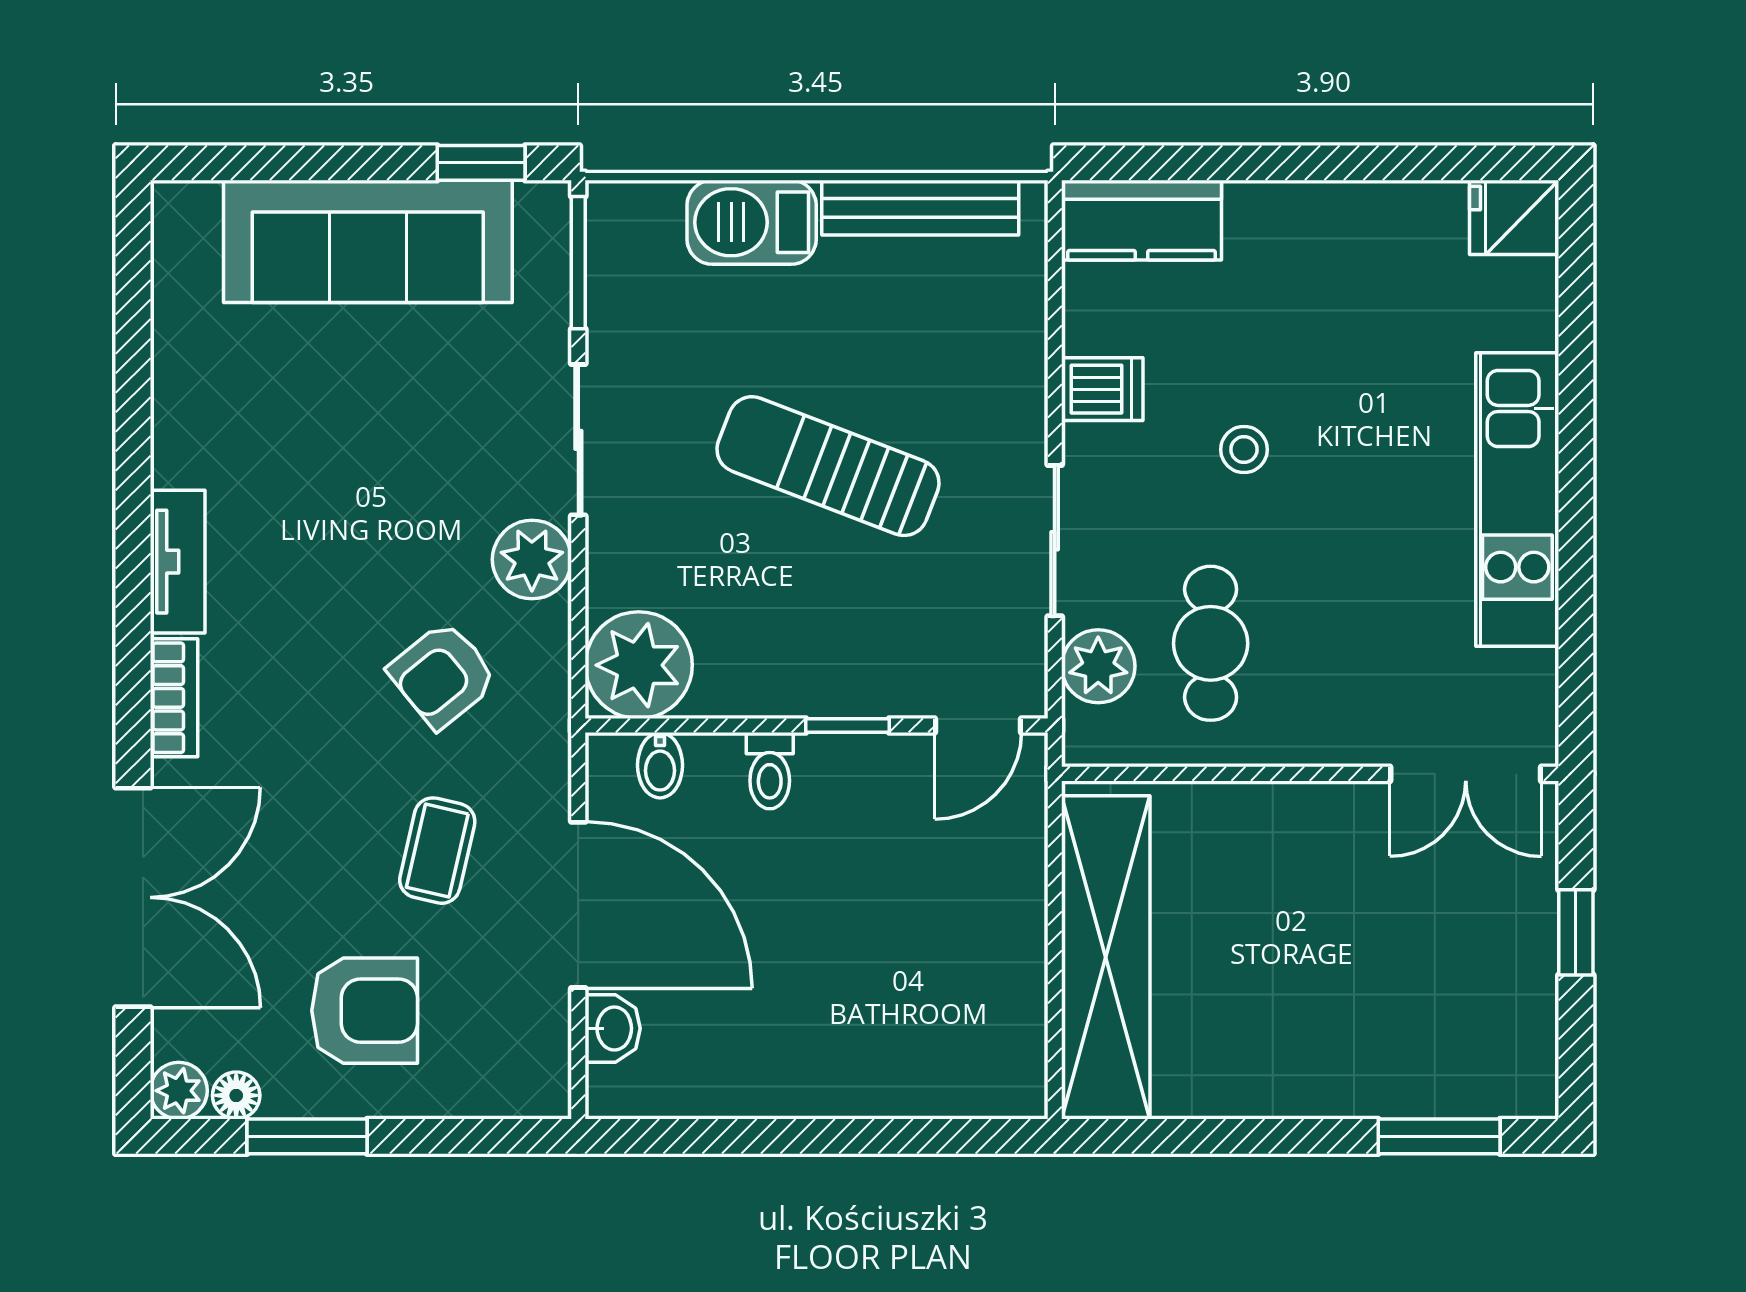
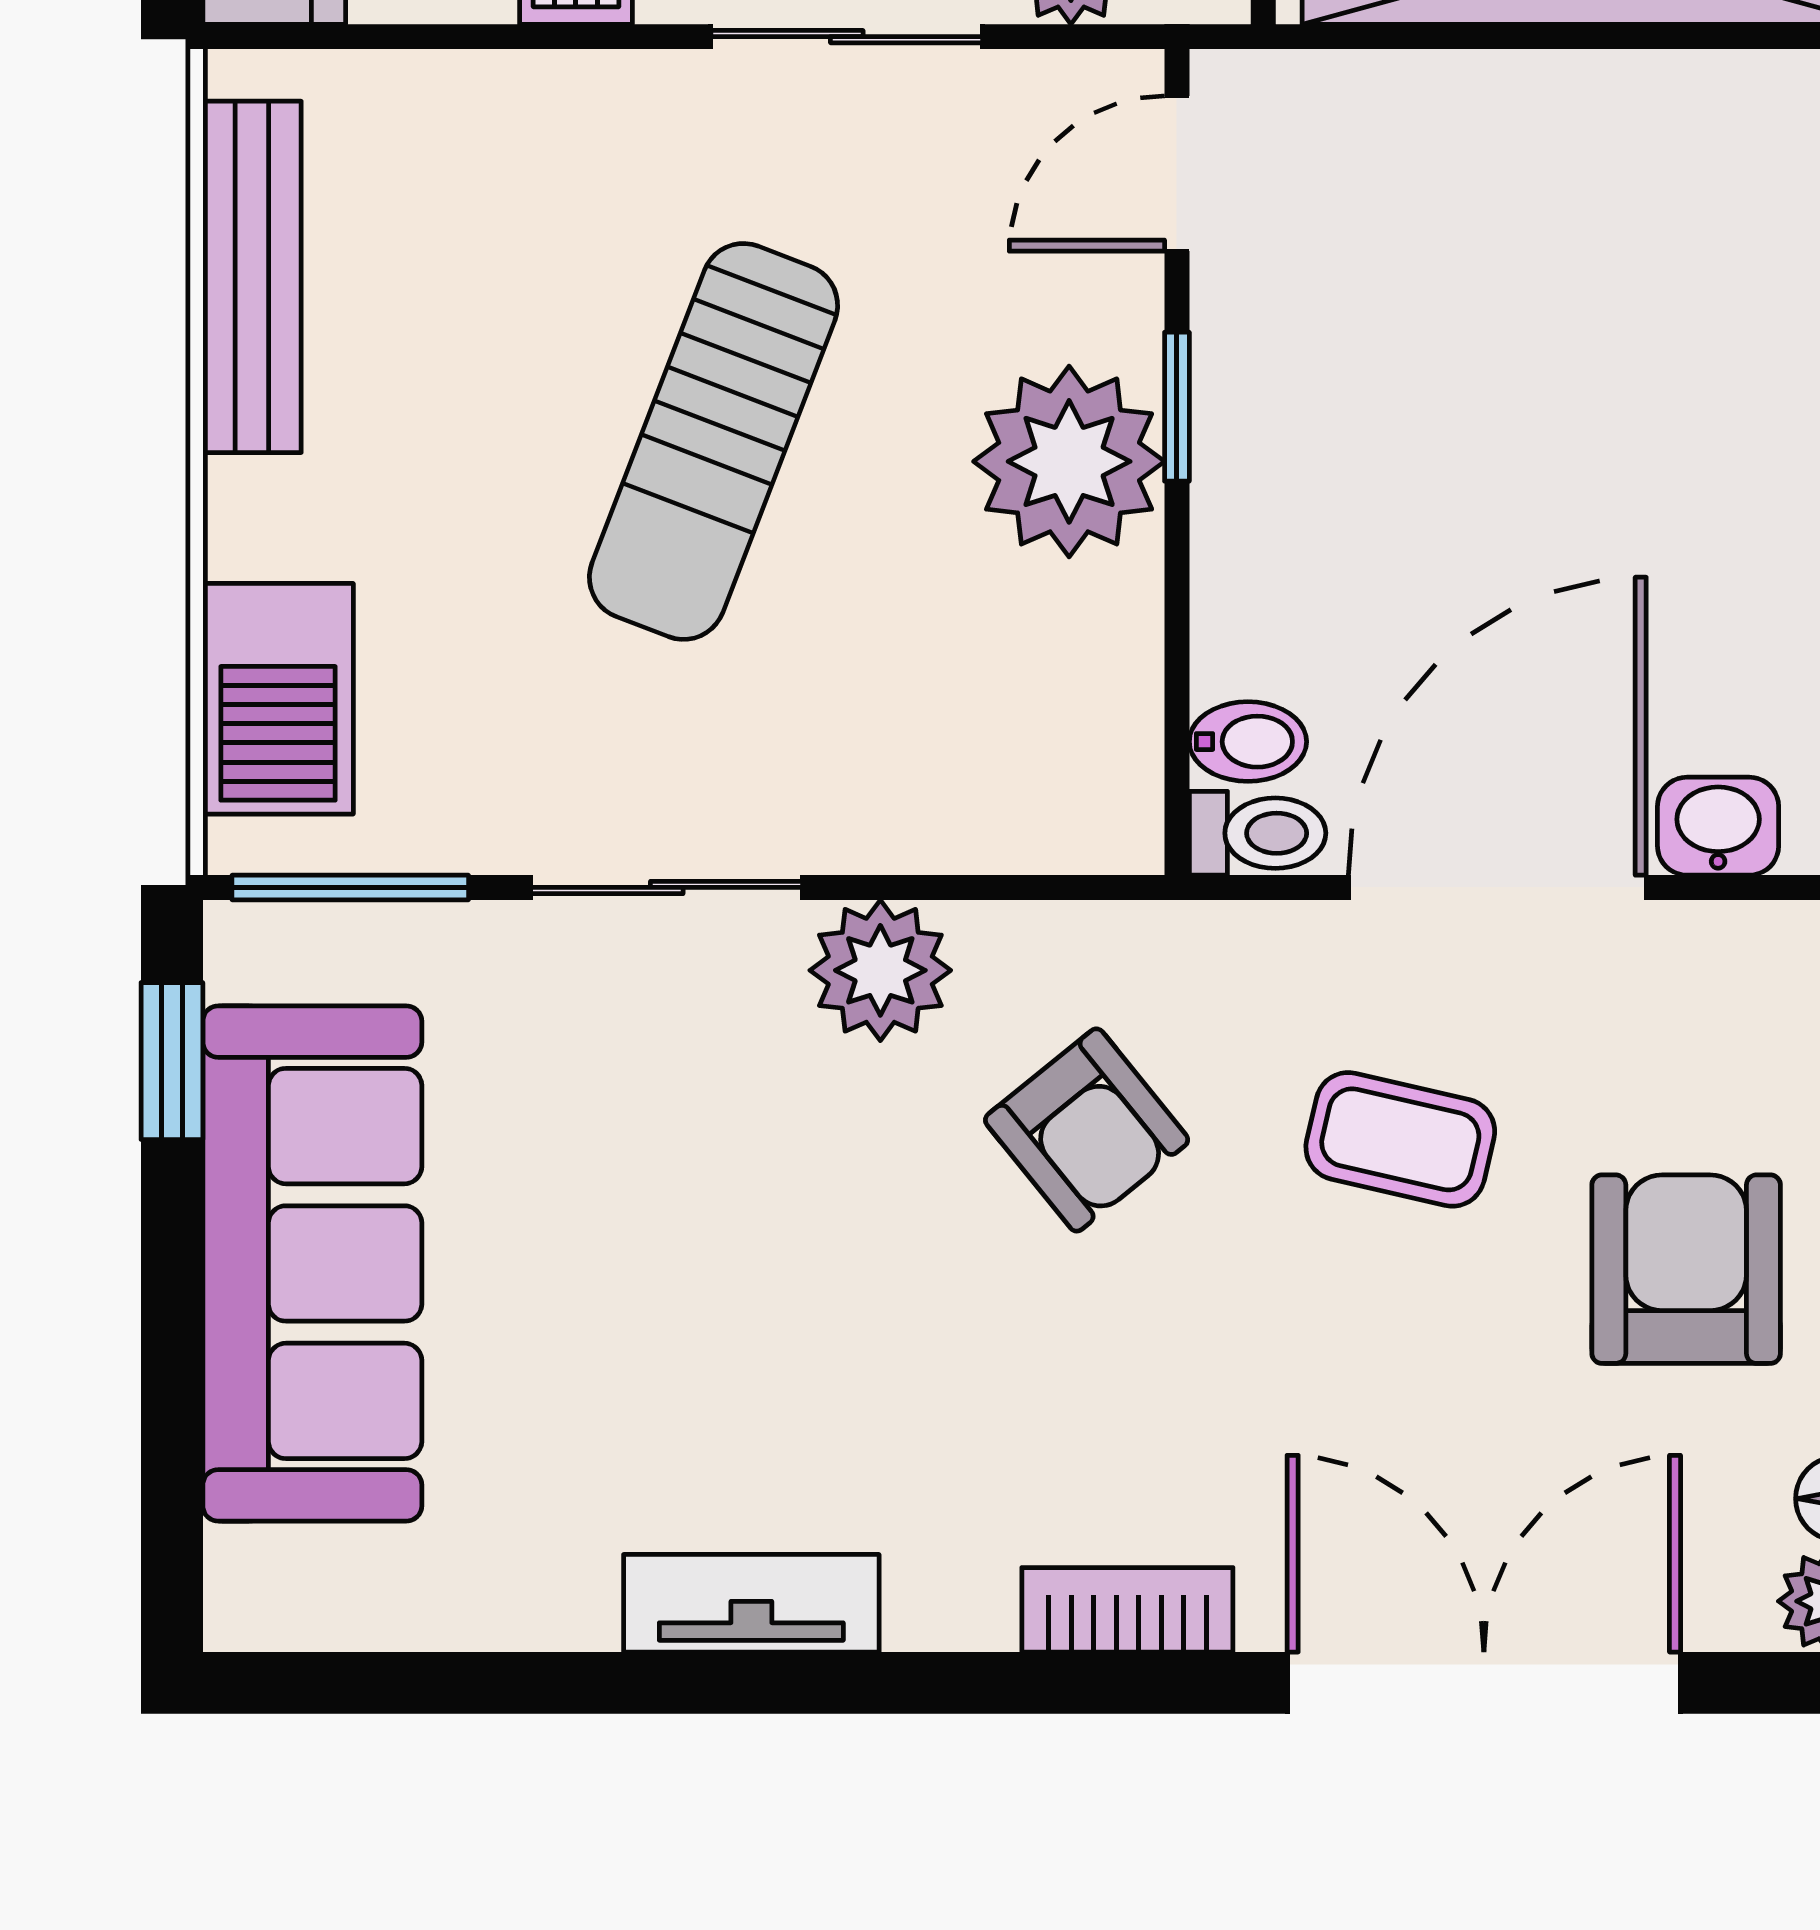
barbecue: (752, 222) -> (278, 699), moved
tv unit: (178, 562) -> (751, 1603), moved
plant: (639, 665) -> (1069, 461), moved
door: (978, 726) -> (1177, 174), swing flipped
toilet: (770, 771) -> (1258, 833), moved

